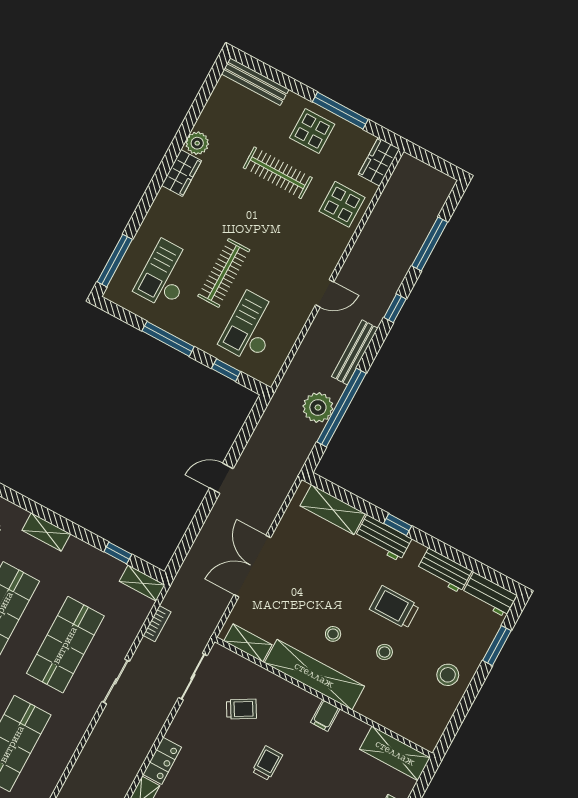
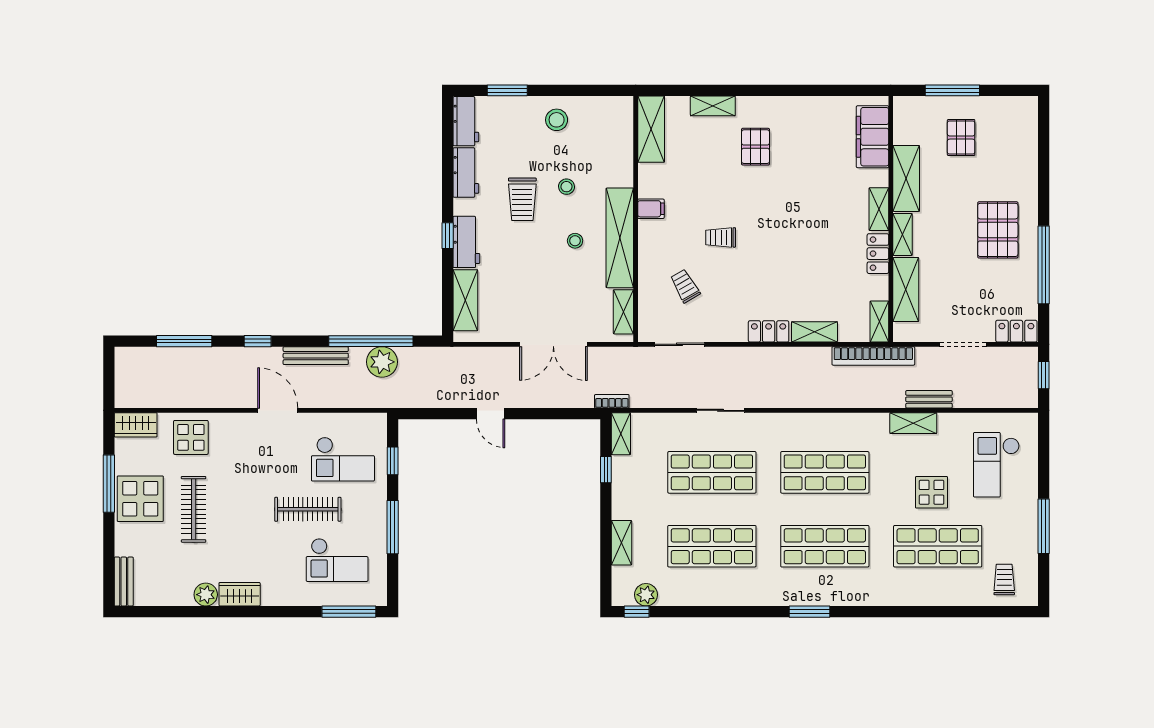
bench: (255, 82) -> (124, 581), width x0.73
display table: (312, 131) -> (140, 499), width x1.36, depth x1.36
door: (325, 293) -> (278, 410), width x1.38
bookcase: (157, 624) -> (612, 401), moved

